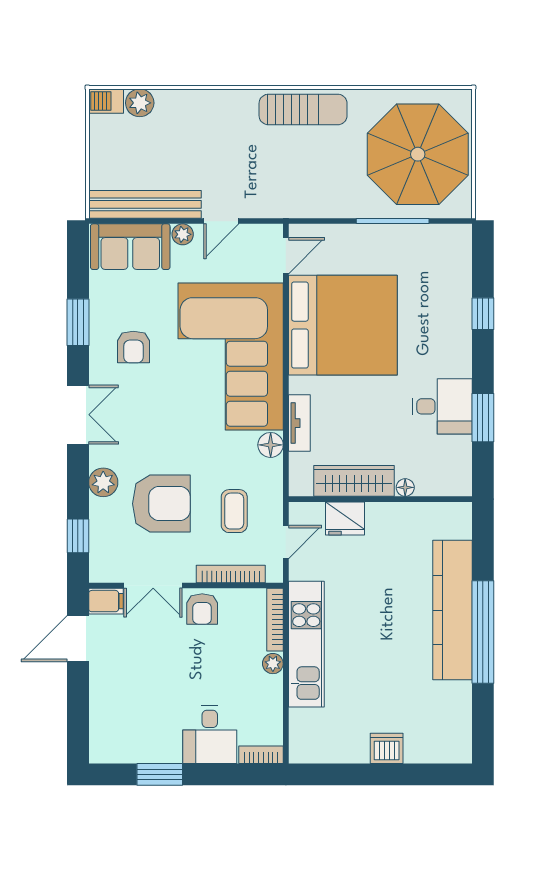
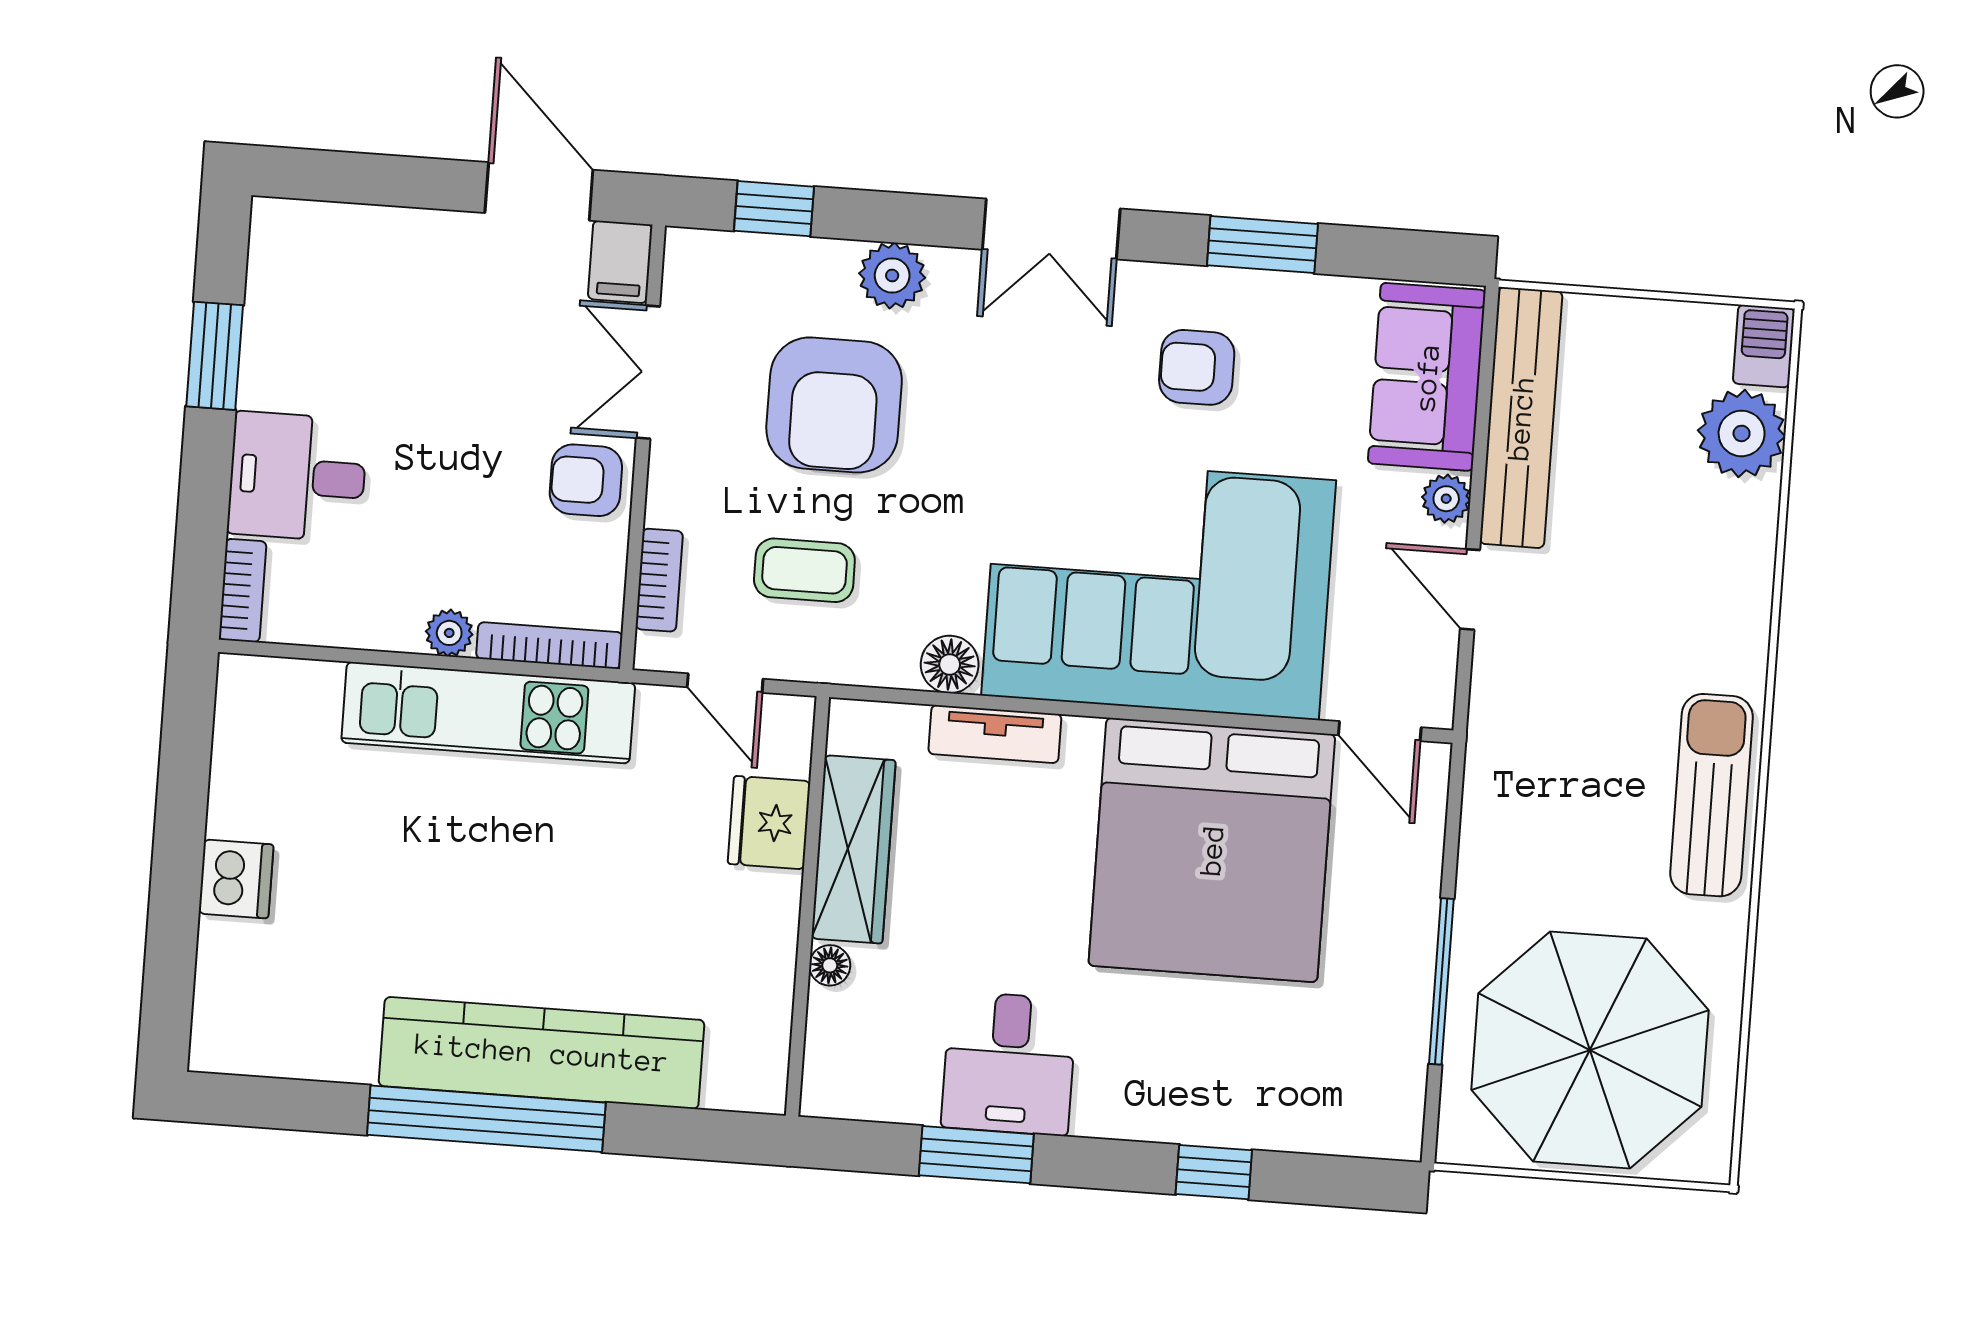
plant: (140, 103) -> (1742, 433), width x1.36, depth x1.36
sun lounger: (303, 109) -> (1711, 795), turned 180
bookcase: (231, 574) -> (659, 580), width x0.64

